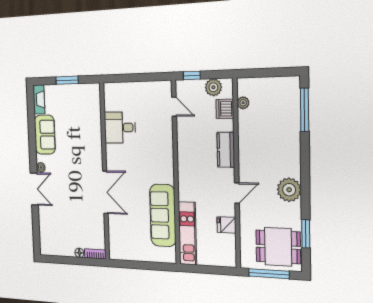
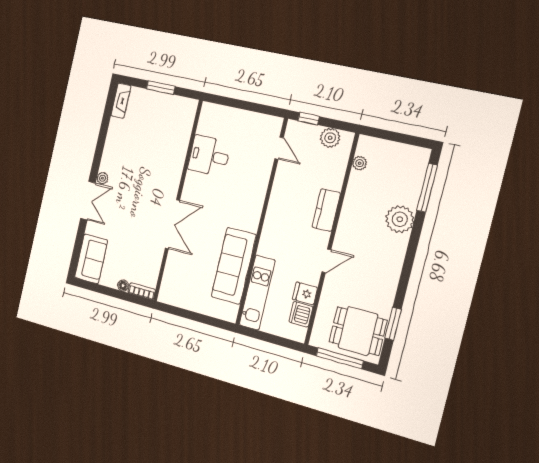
dishwasher: (225, 109) -> (301, 314), moved
sofa: (45, 135) -> (91, 259), moved
plant: (289, 190) -> (400, 219), moved

